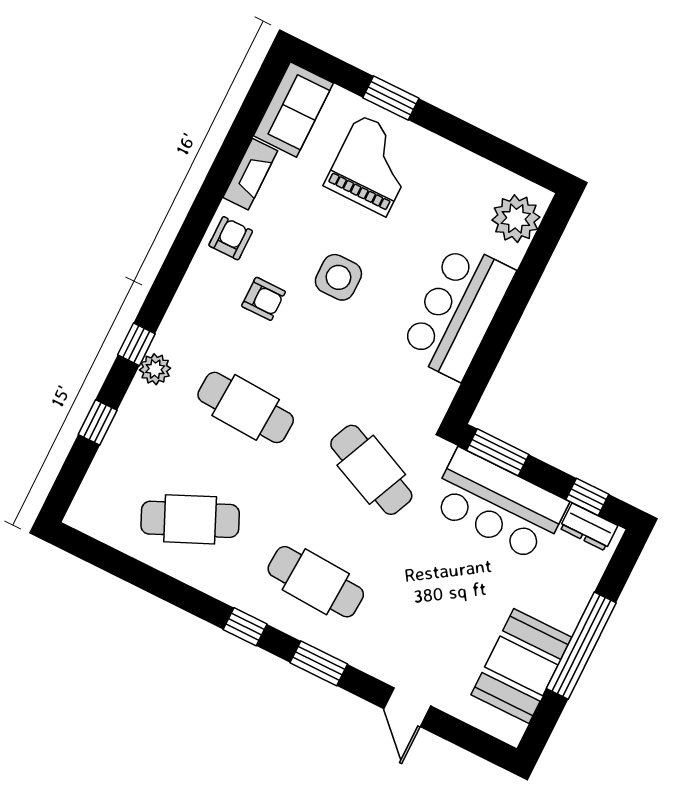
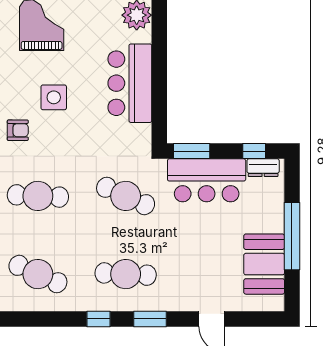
cafe table: (190, 519) -> (38, 274), turned 48

